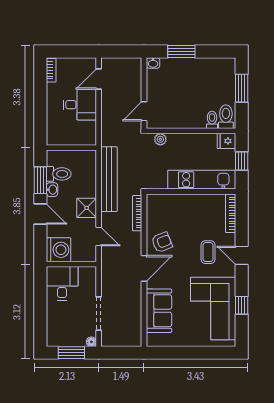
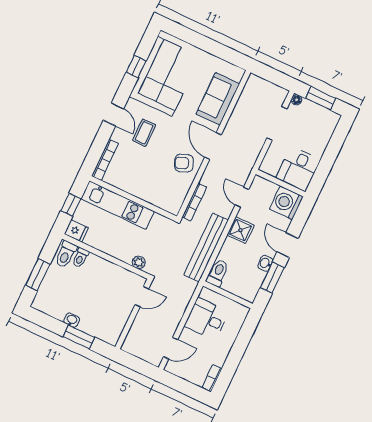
washbasin: (153, 63) -> (72, 320), moved
desk: (80, 105) -> (206, 319), moved
toilet: (59, 174) -> (218, 273), moved, turned 90
door: (144, 268) -> (213, 146), hinge flipped

